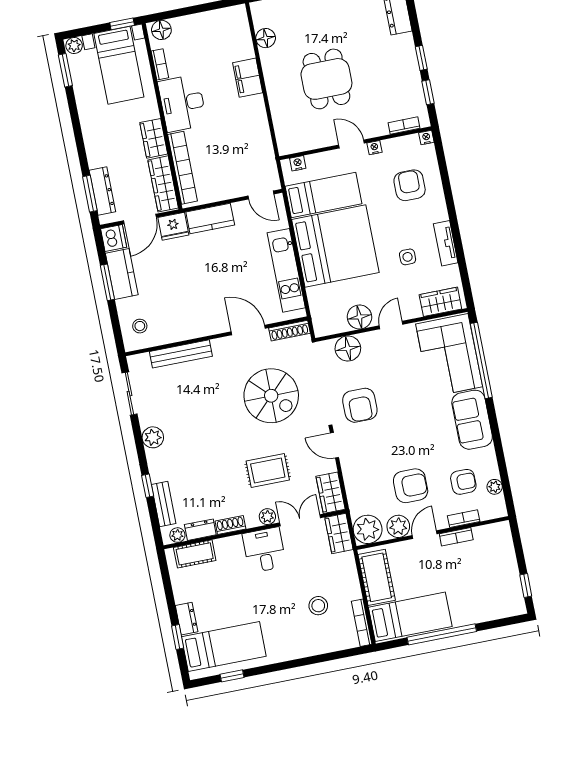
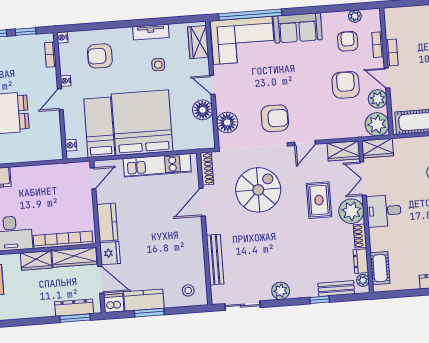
plant: (267, 517) -> (351, 211), width x1.88, depth x1.88

